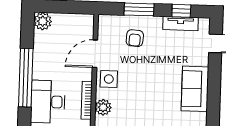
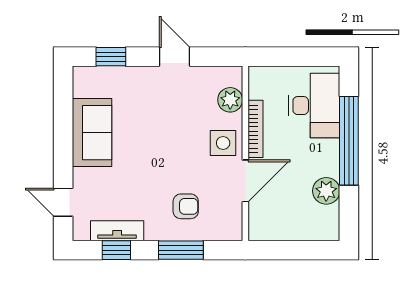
plant: (43, 21) -> (326, 191), moved
armchair: (135, 38) -> (186, 206), turned 86
bookcase: (87, 100) -> (255, 129), moved

